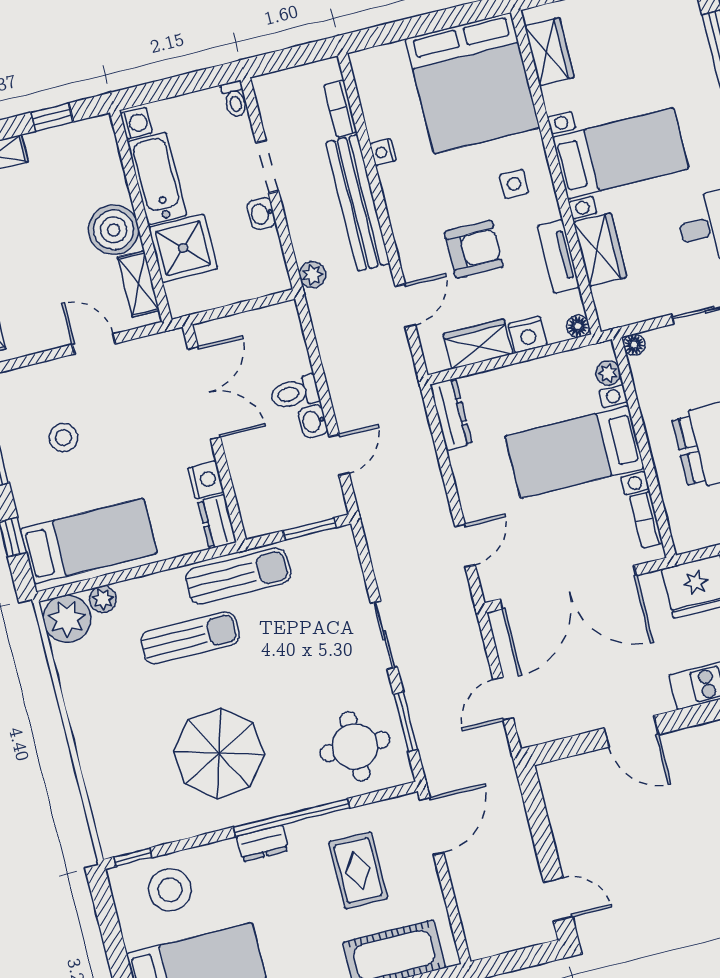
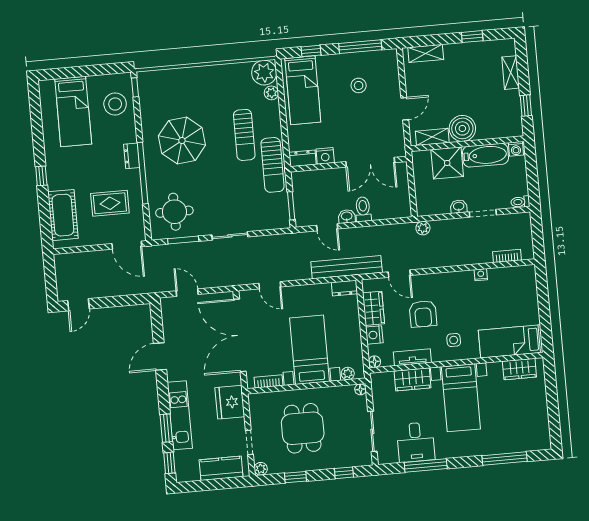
bed: (473, 83) -> (511, 341), width x0.49
bench: (358, 203) -> (347, 267), moved
dresser: (451, 414) -> (345, 288), width x0.70

